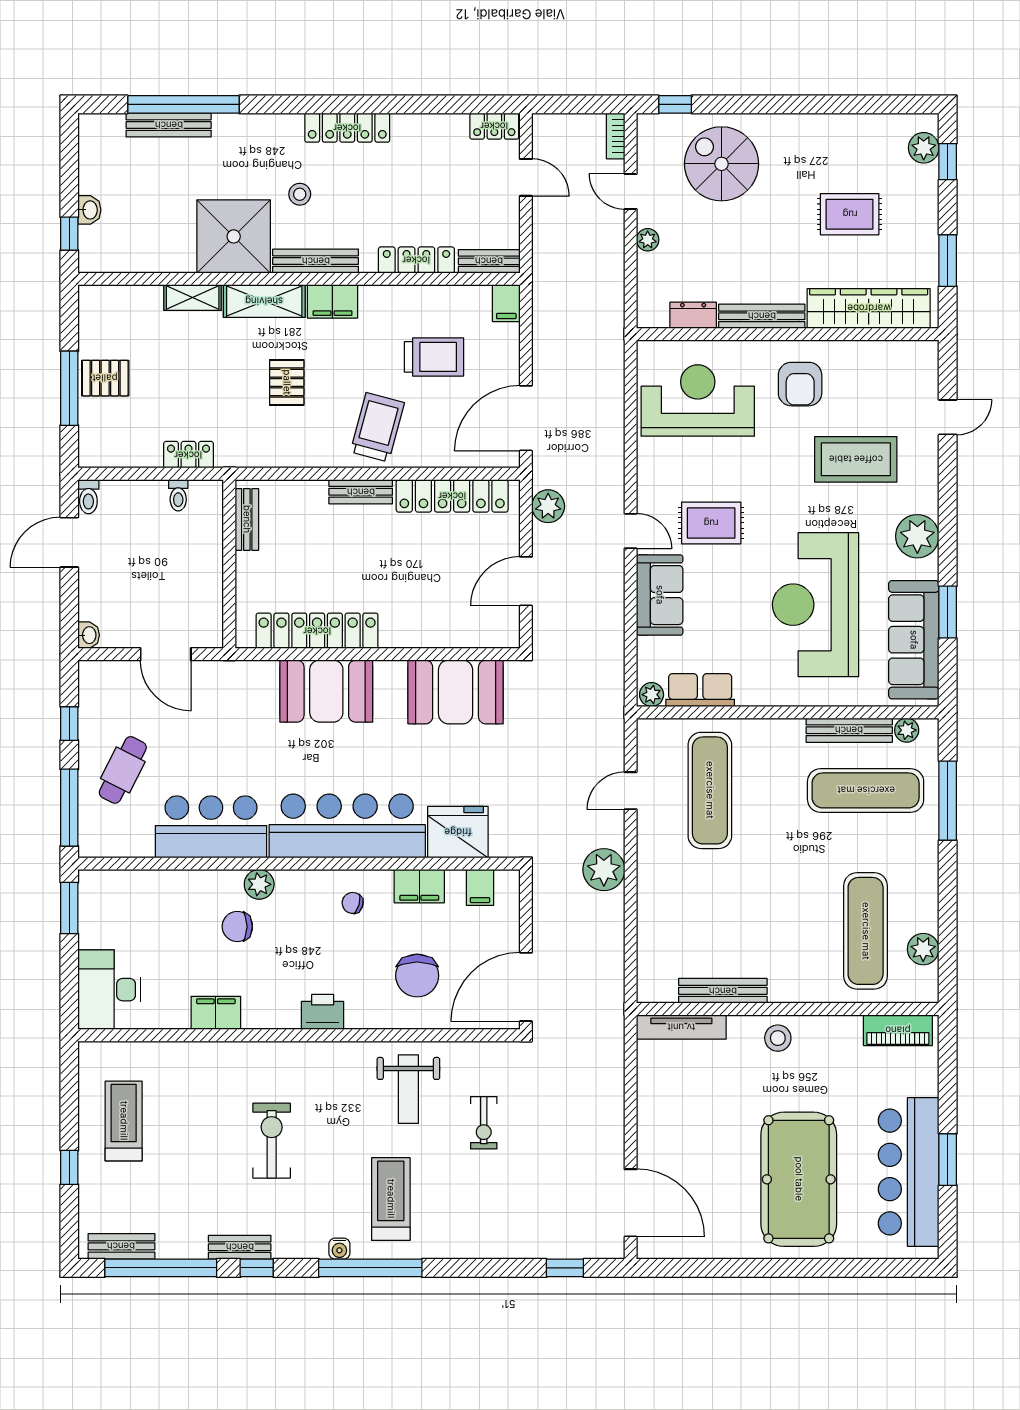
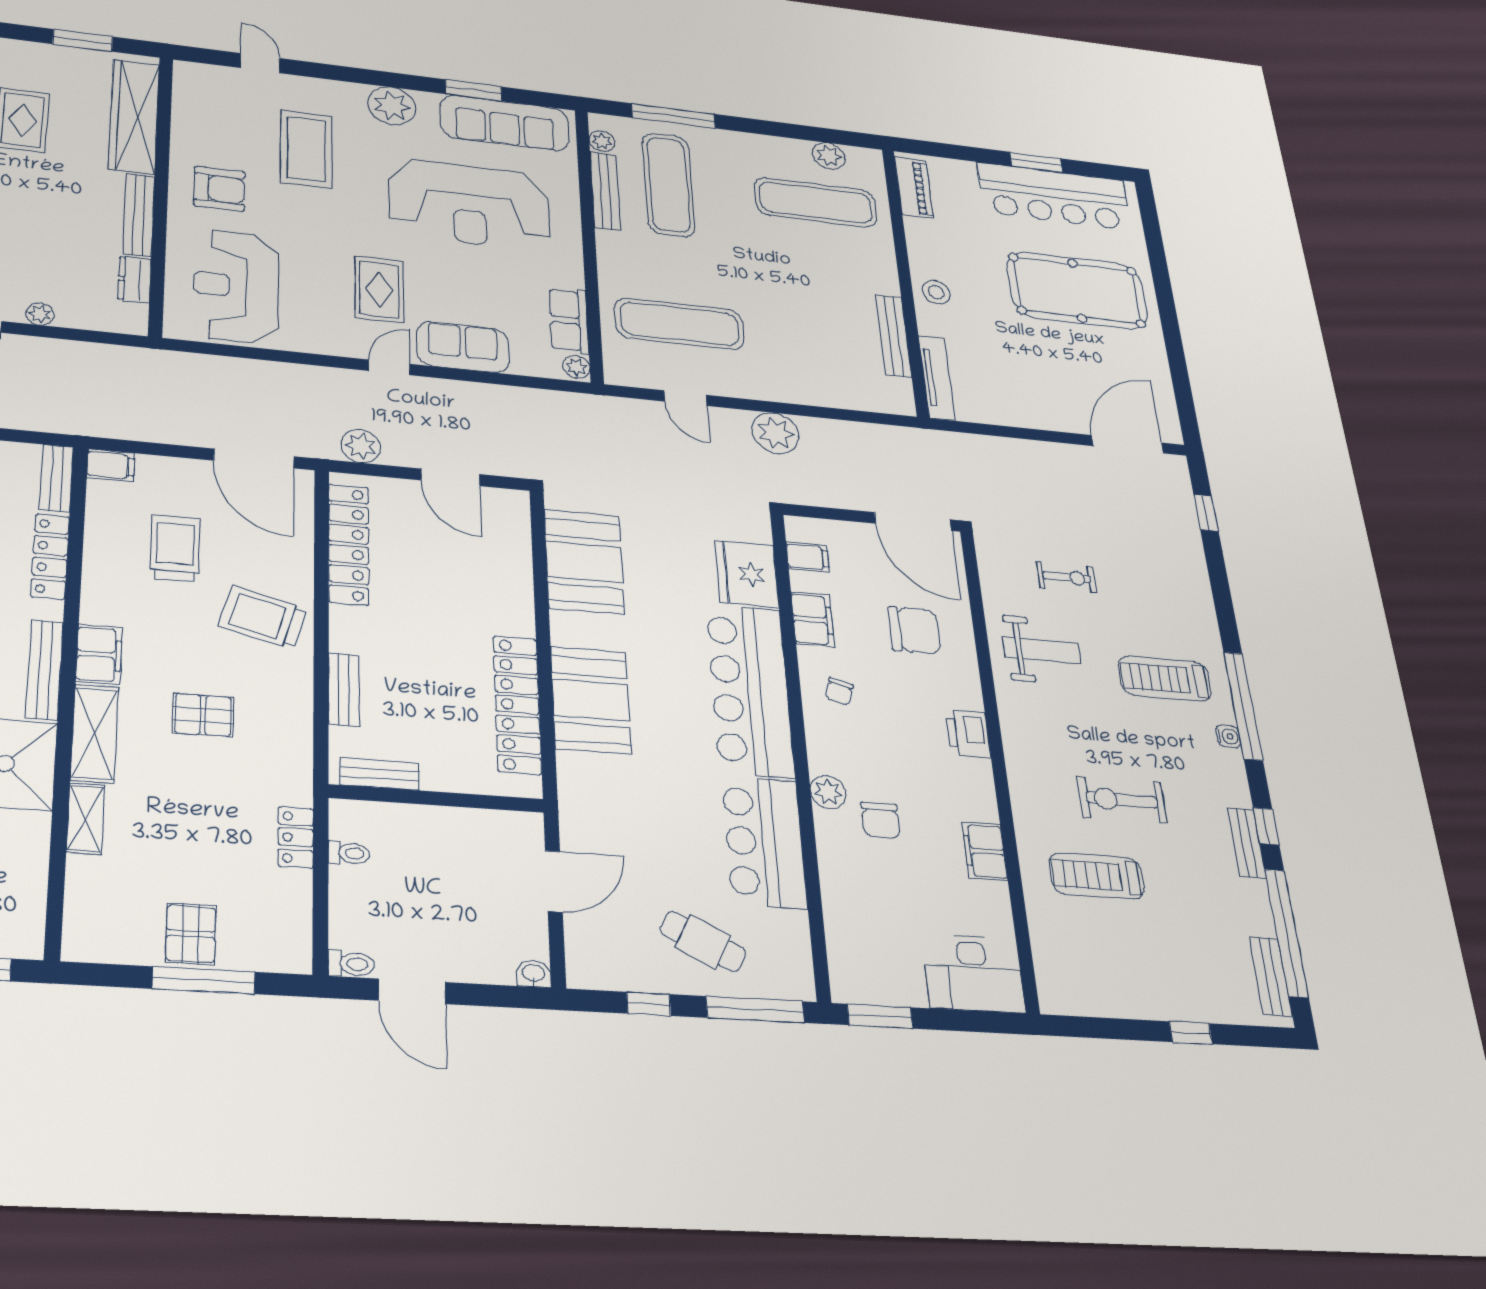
bench: (361, 492) -> (344, 690), moved
treadmill: (124, 1121) -> (1097, 876), moved

